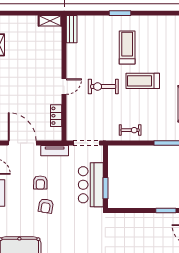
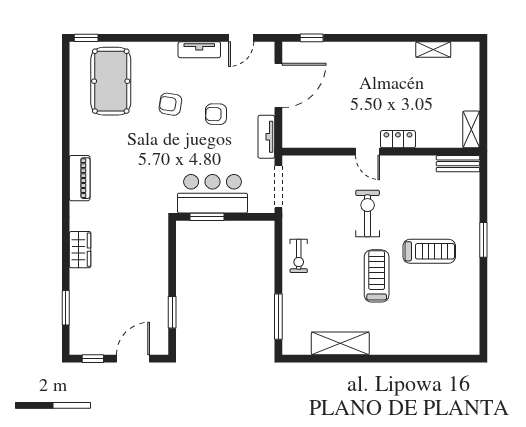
locker: (56, 116) -> (398, 139), moved
armchair: (46, 206) -> (170, 104), moved

